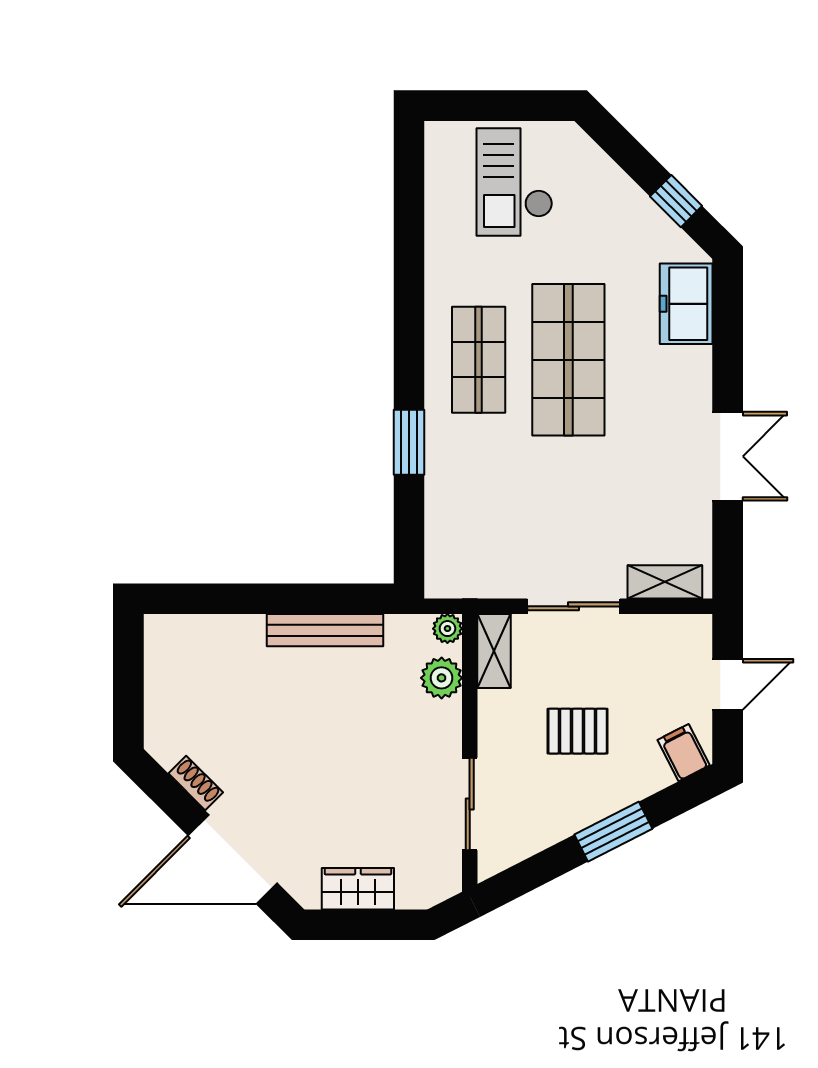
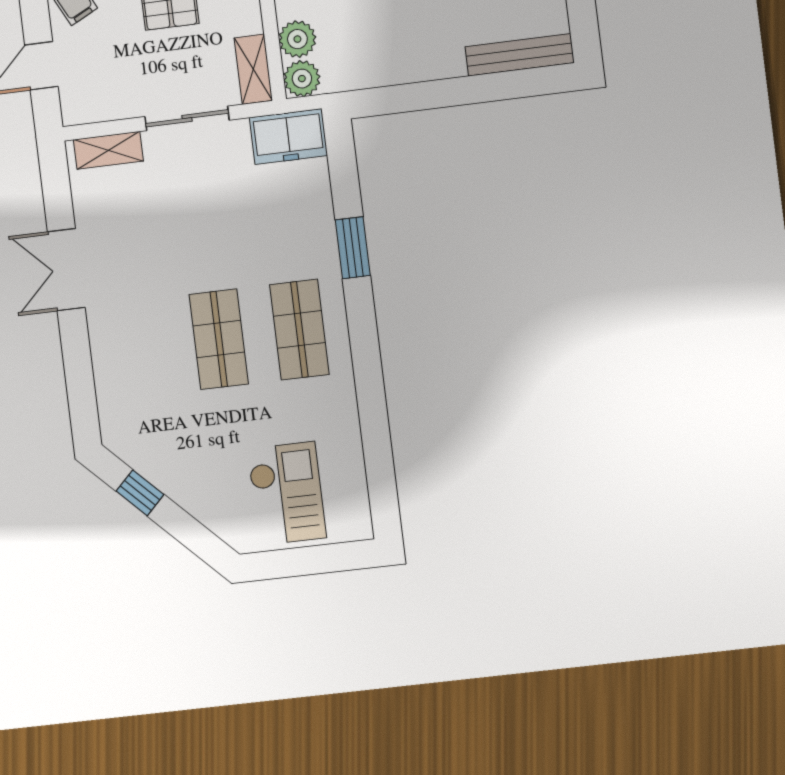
freezer: (686, 304) -> (288, 137), moved, turned 90
shop shelf: (568, 360) -> (219, 339), width x0.70, depth x0.74
plant: (447, 629) -> (302, 79), width x1.38, depth x1.38
bench: (325, 630) -> (520, 55), moved

